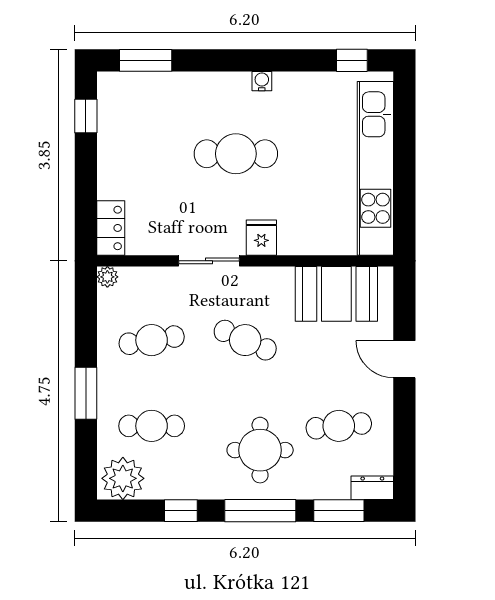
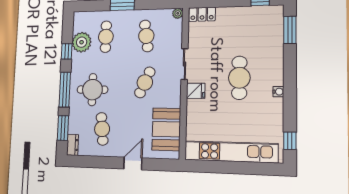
plant: (123, 478) -> (82, 42), moved

